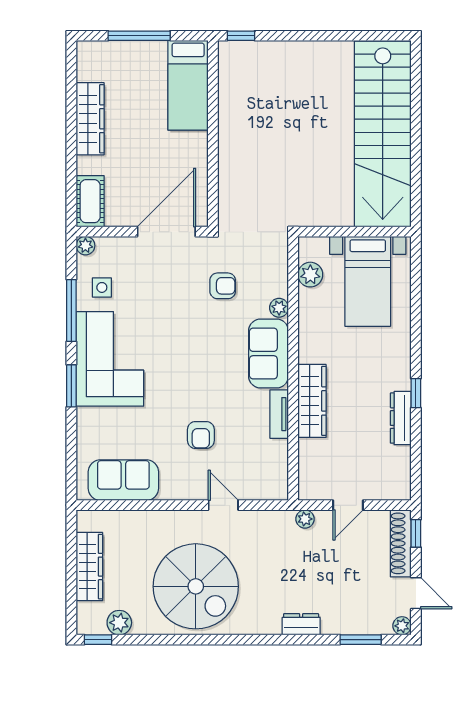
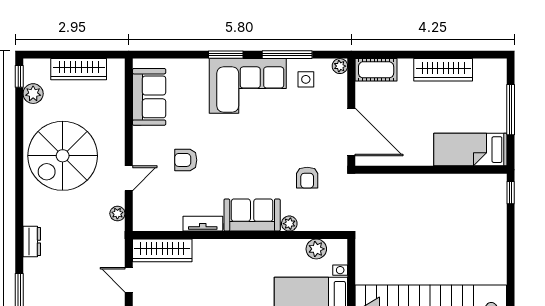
wardrobe: (312, 401) -> (162, 250), moved
plant: (305, 519) -> (117, 214), moved

